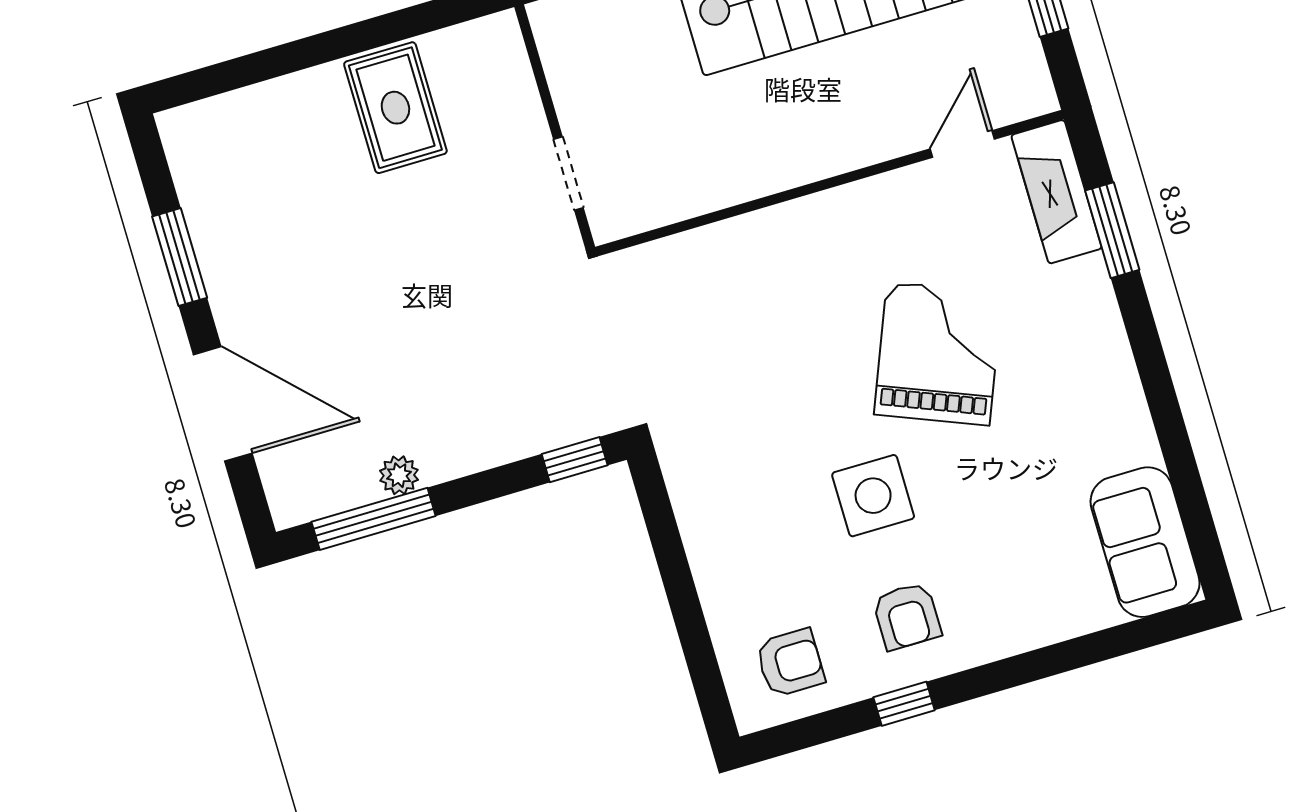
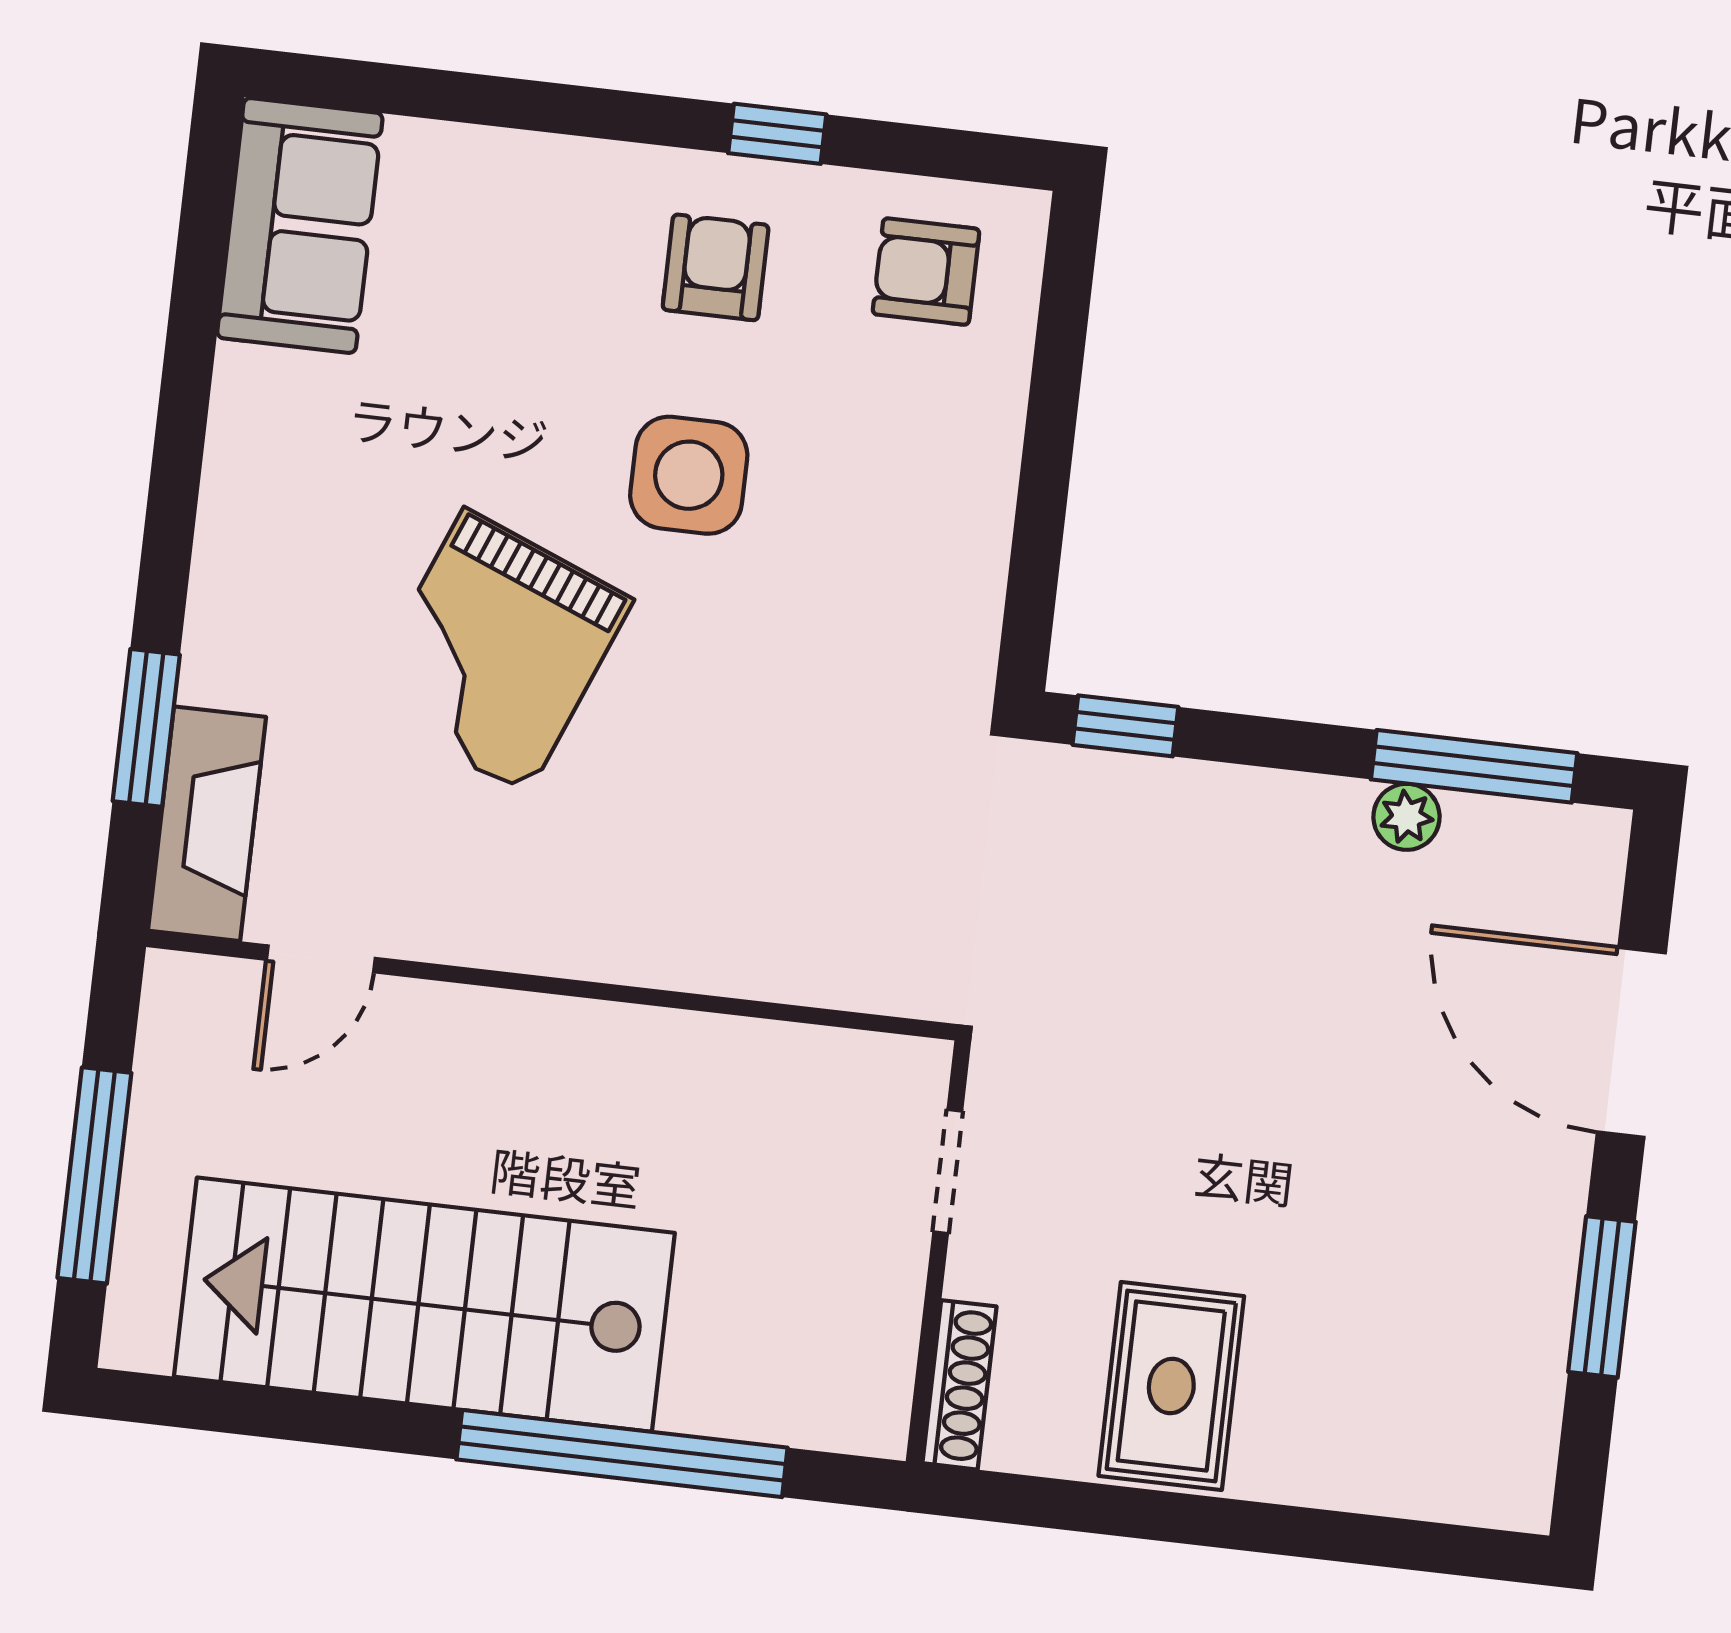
shoe rack: (512, 59) -> (959, 1385), added

